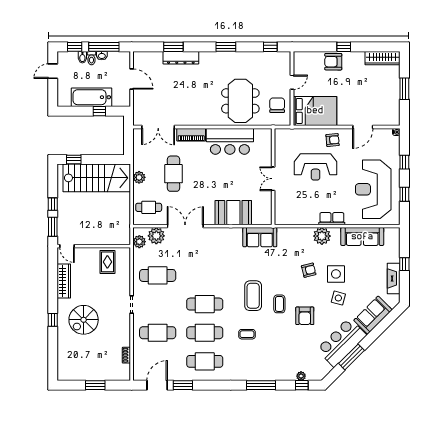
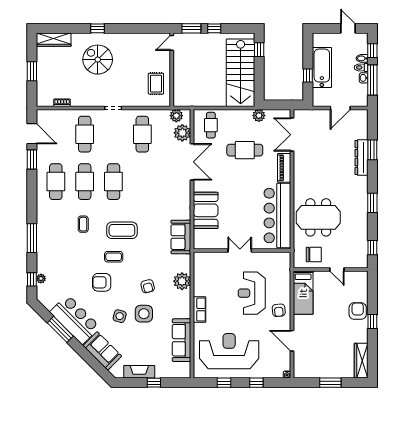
bed: (315, 111) -> (303, 293), width x0.67
bar counter: (230, 141) -> (277, 216), width x1.36
plant: (139, 177) -> (259, 115), moved
plant: (322, 236) -> (182, 281), moved
rug: (107, 262) -> (156, 84), turned 90
wardrobe: (64, 281) -> (54, 40), moved

